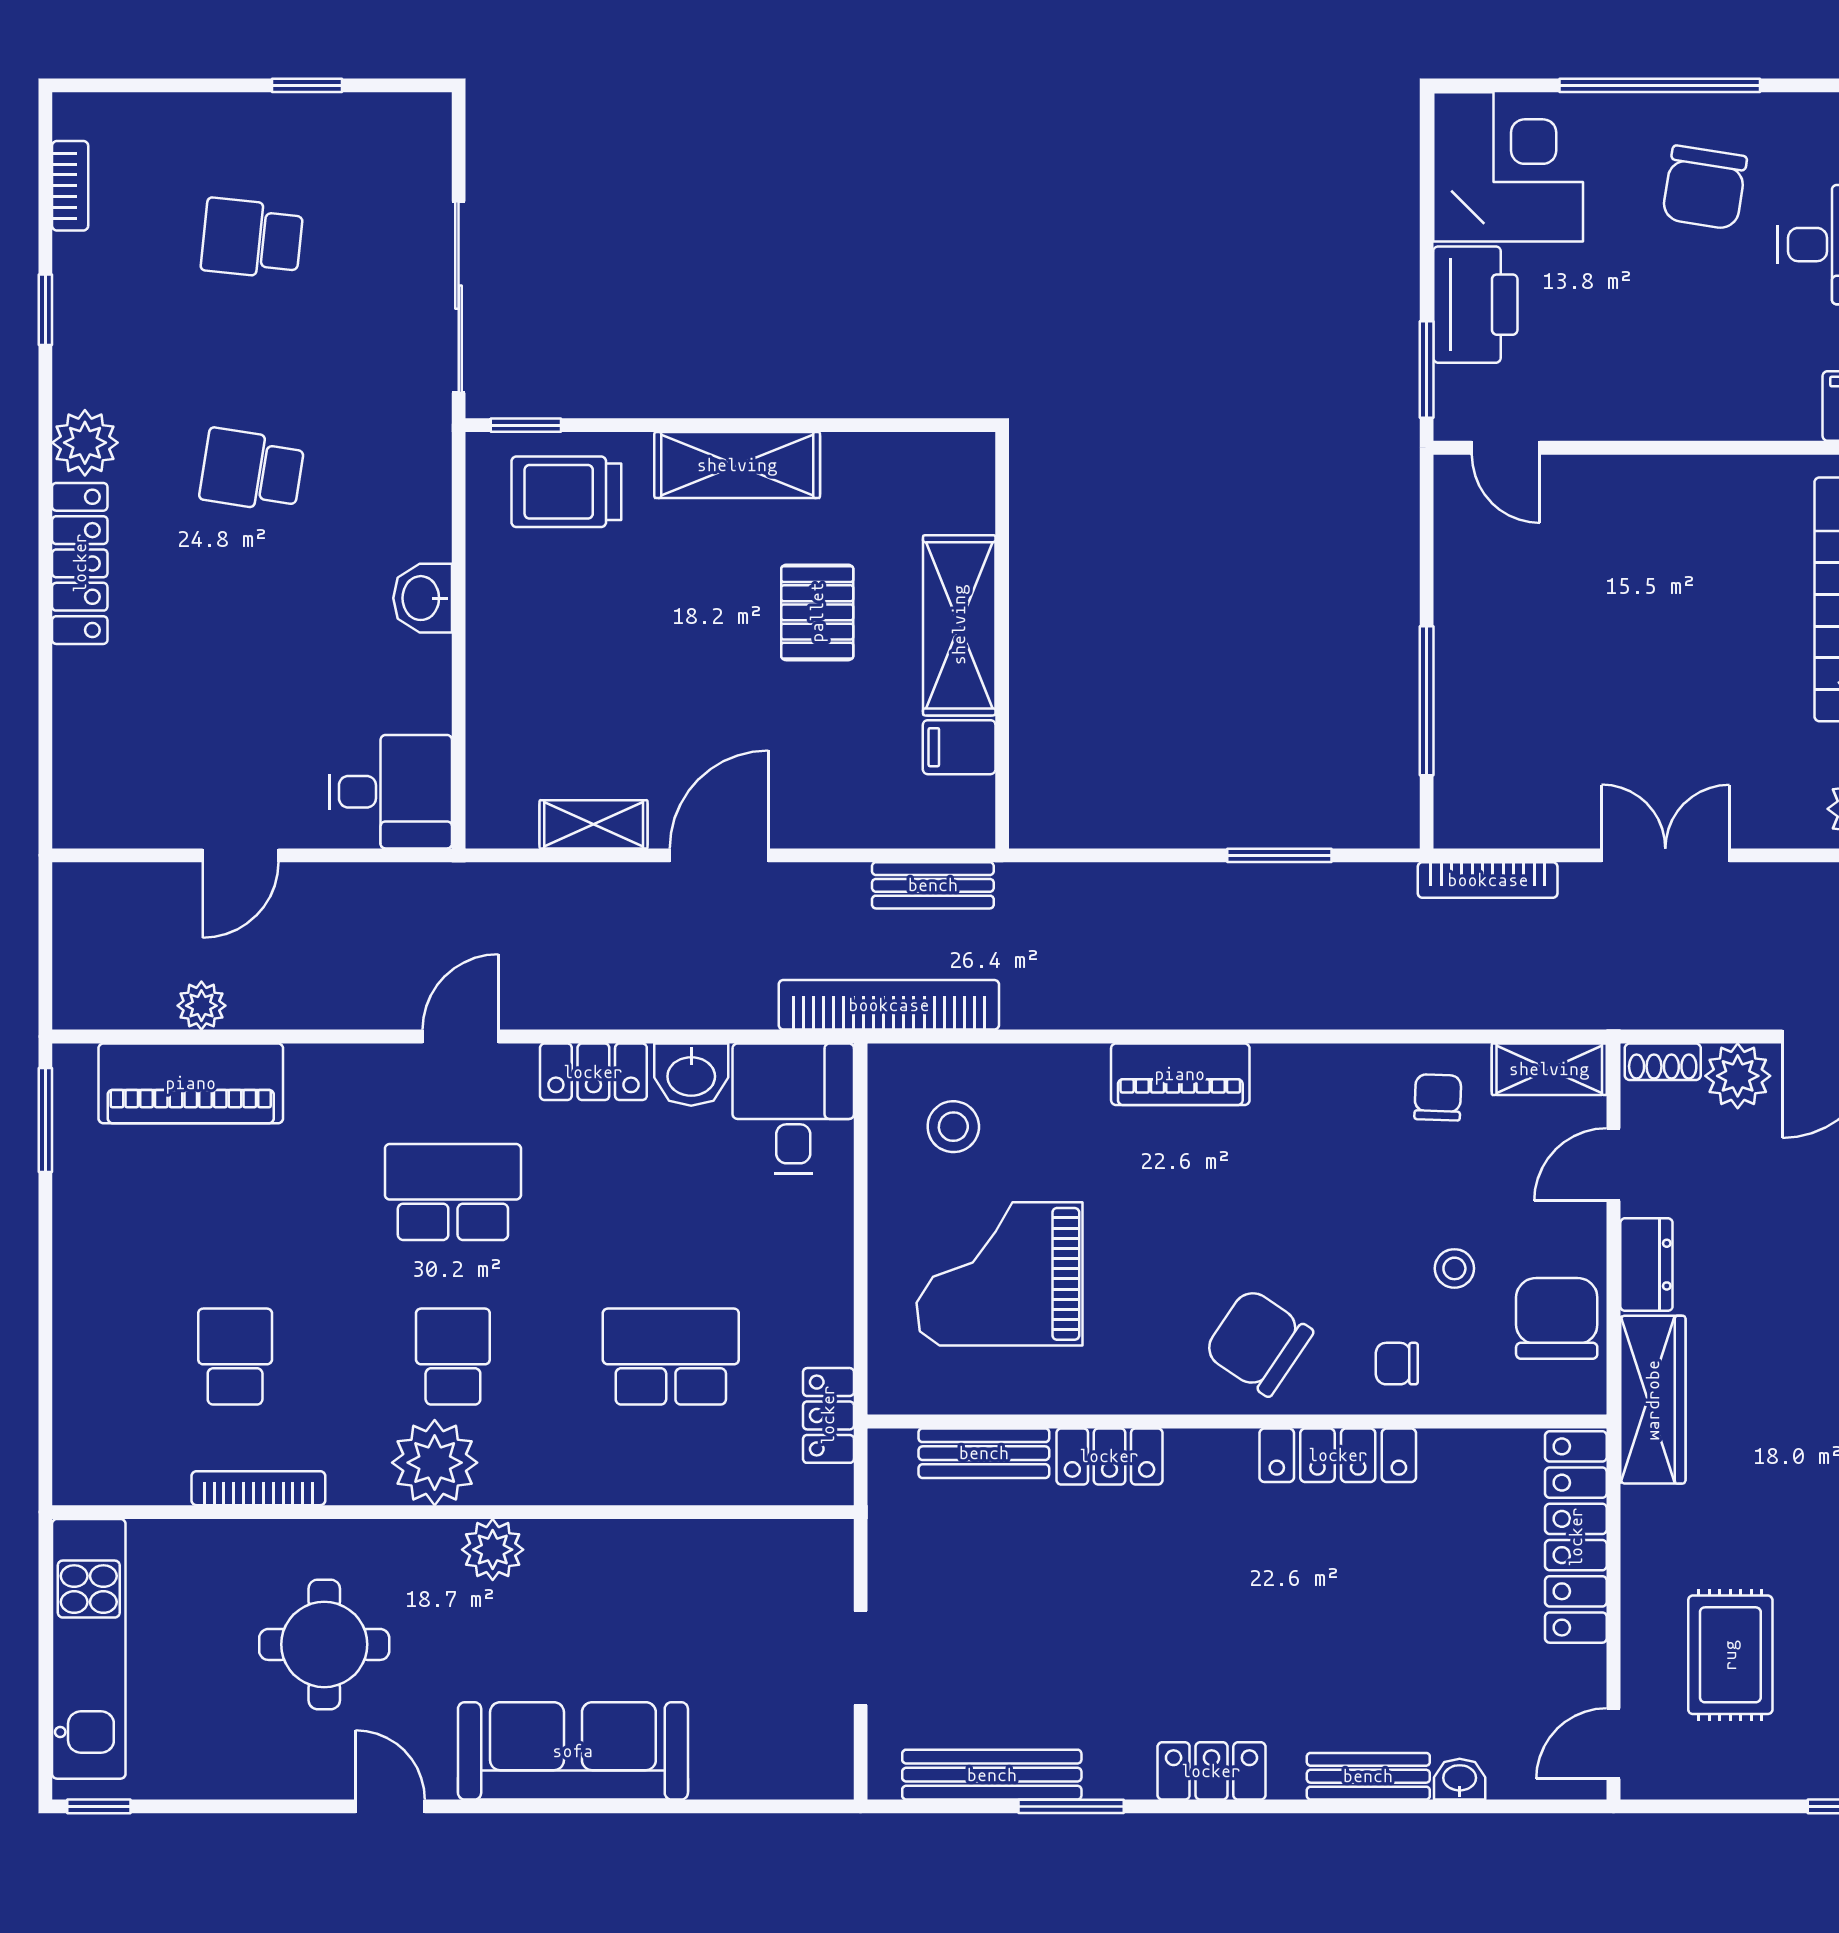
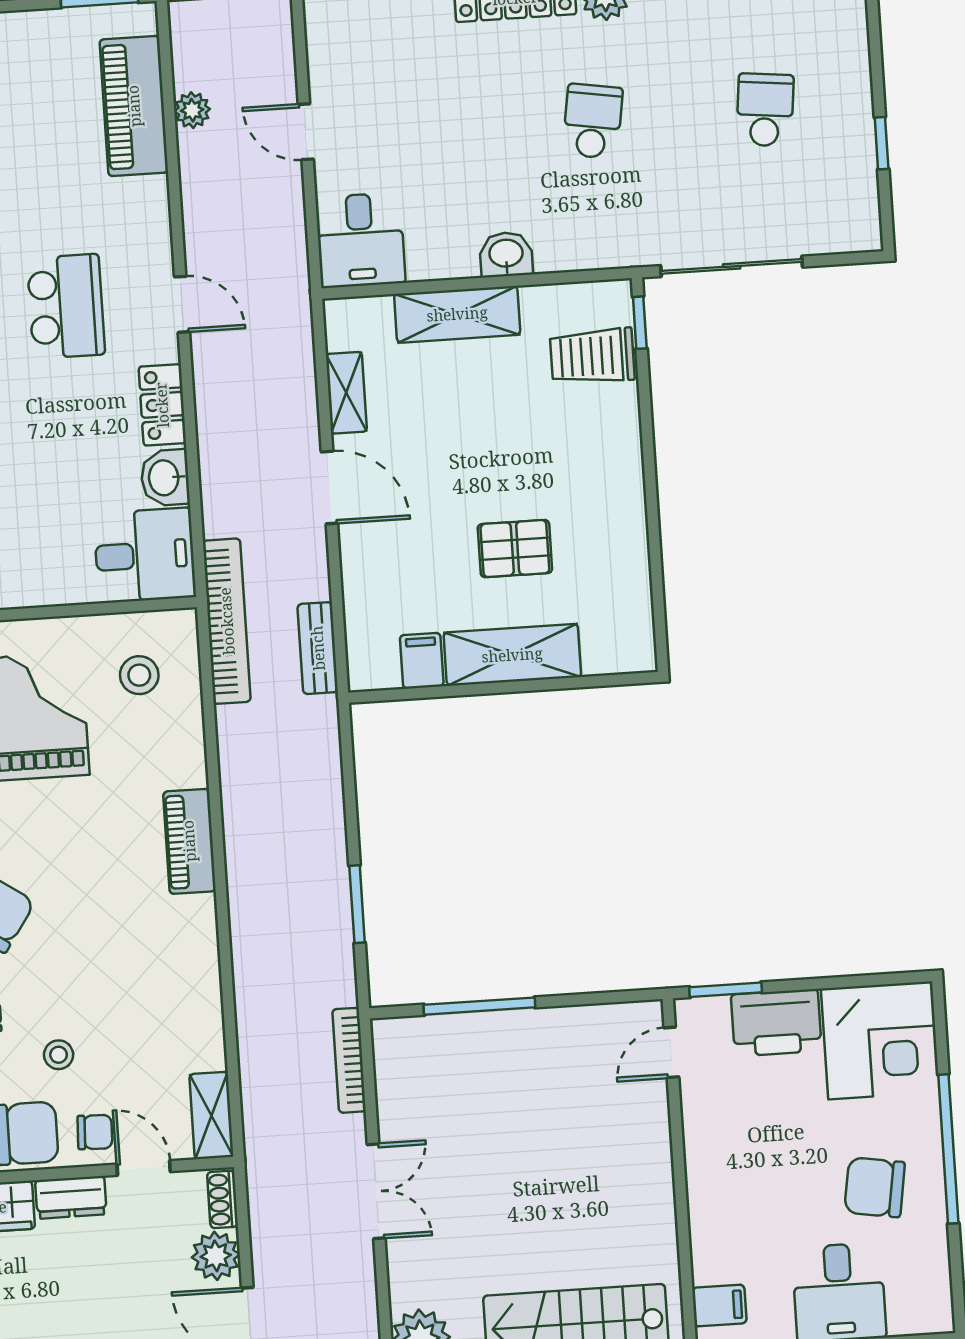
shelving: (737, 465) -> (457, 314), moved, turned 90
trolley: (566, 492) -> (592, 356), turned -90
chair: (1438, 1097) -> (95, 1132), moved

